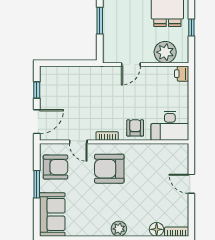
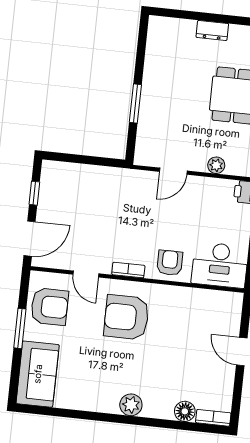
plant: (165, 52) -> (216, 165), width x0.53, depth x0.53

